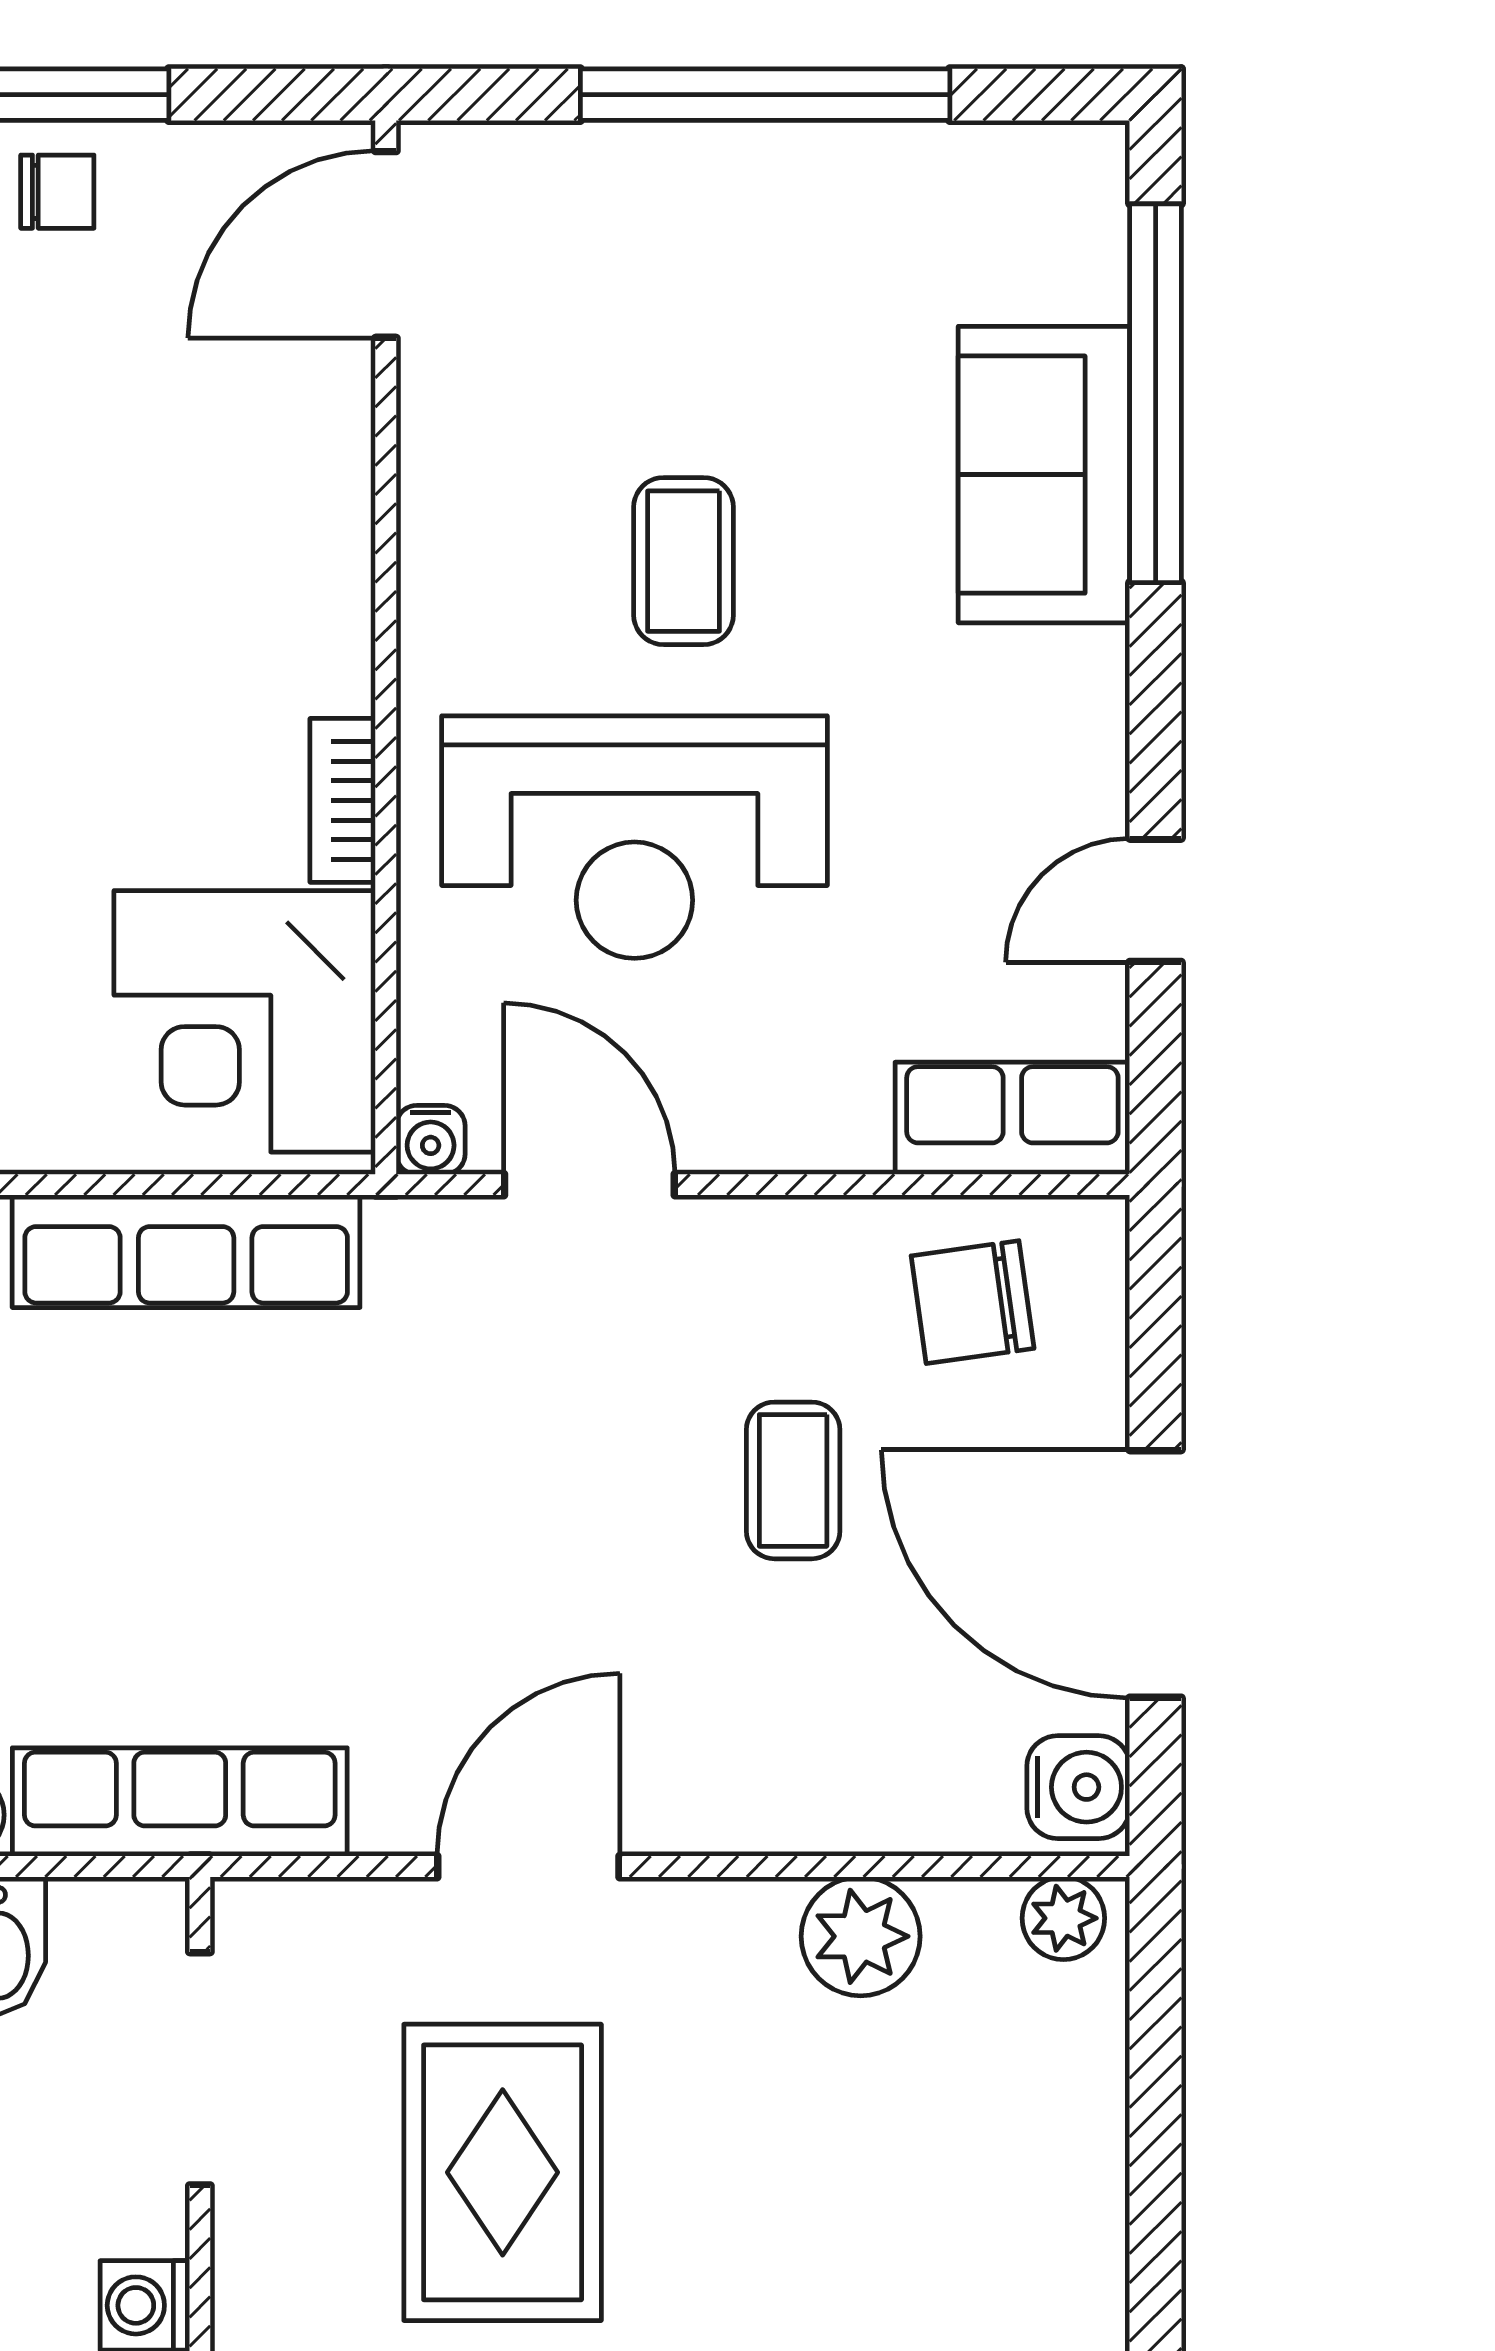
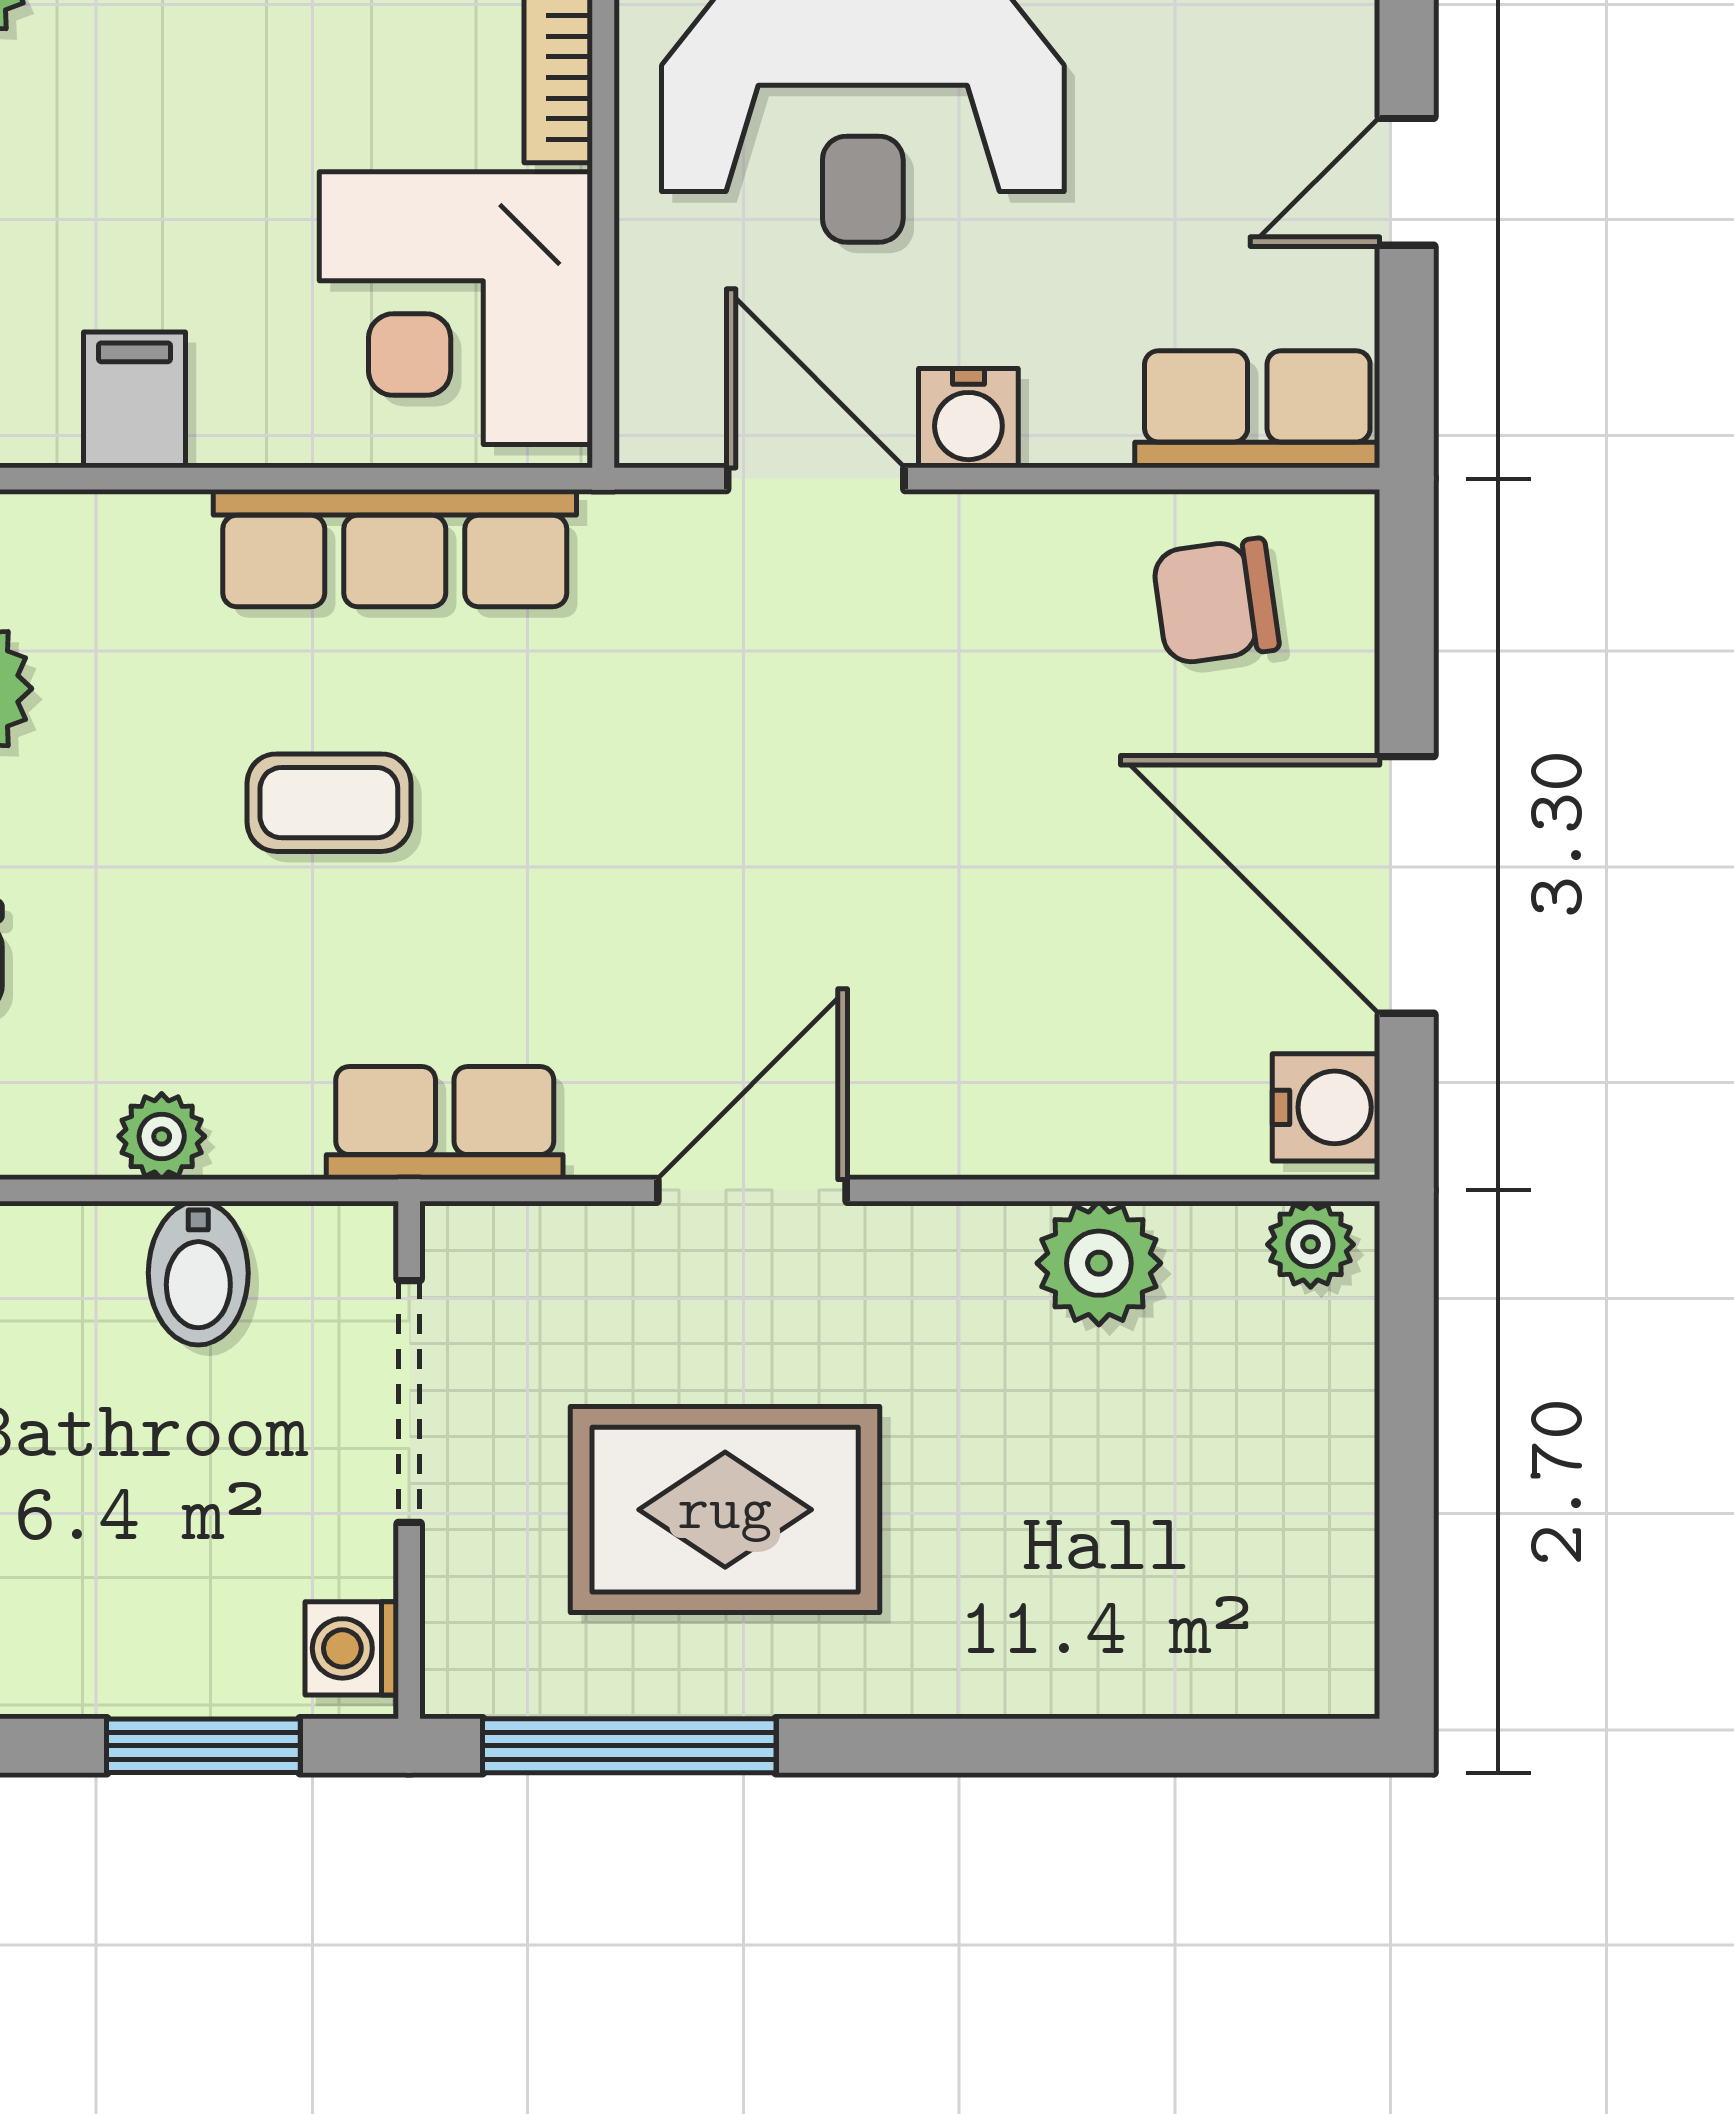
water cooler: (431, 1140) -> (968, 418), moved, width x1.38, depth x1.38
coffee table: (793, 1480) -> (329, 803), moved, turned 90
row of seats: (180, 1802) -> (445, 1123), width x0.68
rug: (503, 2172) -> (725, 1510), turned 90

